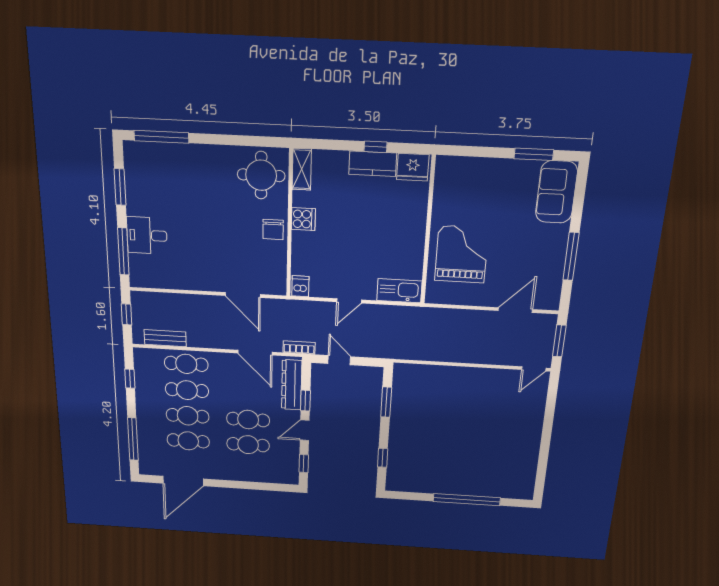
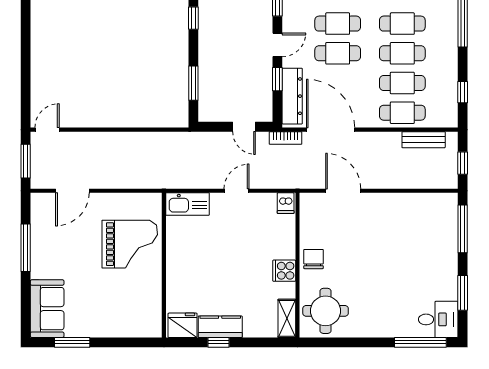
desk: (147, 235) -> (438, 319), moved
grand piano: (462, 254) -> (130, 244), turned -90
door: (255, 353) -> (331, 130), width x1.36

